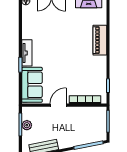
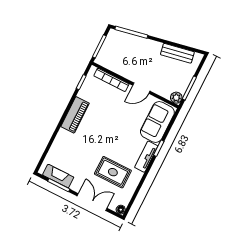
rug: (47, 27) -> (113, 172), added
piano: (100, 40) -> (75, 115), moved
plant: (27, 125) -> (176, 98), moved

